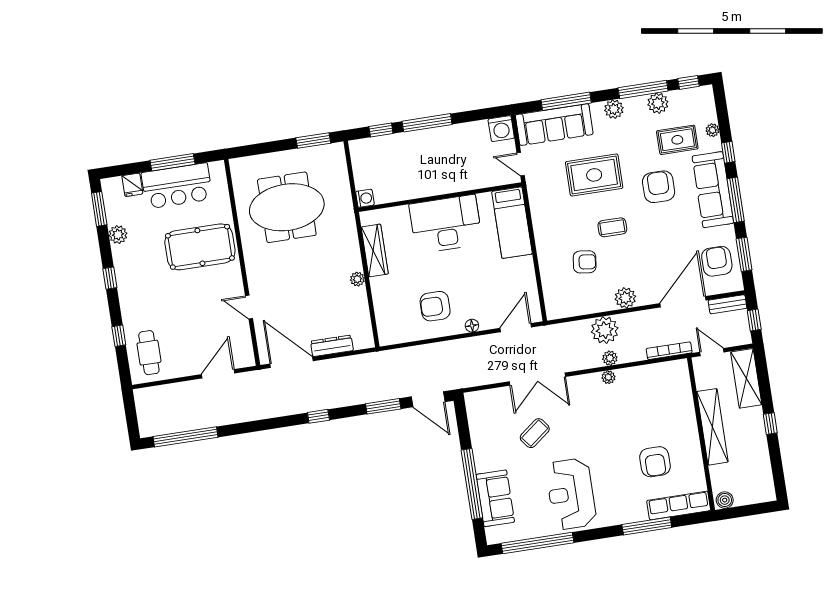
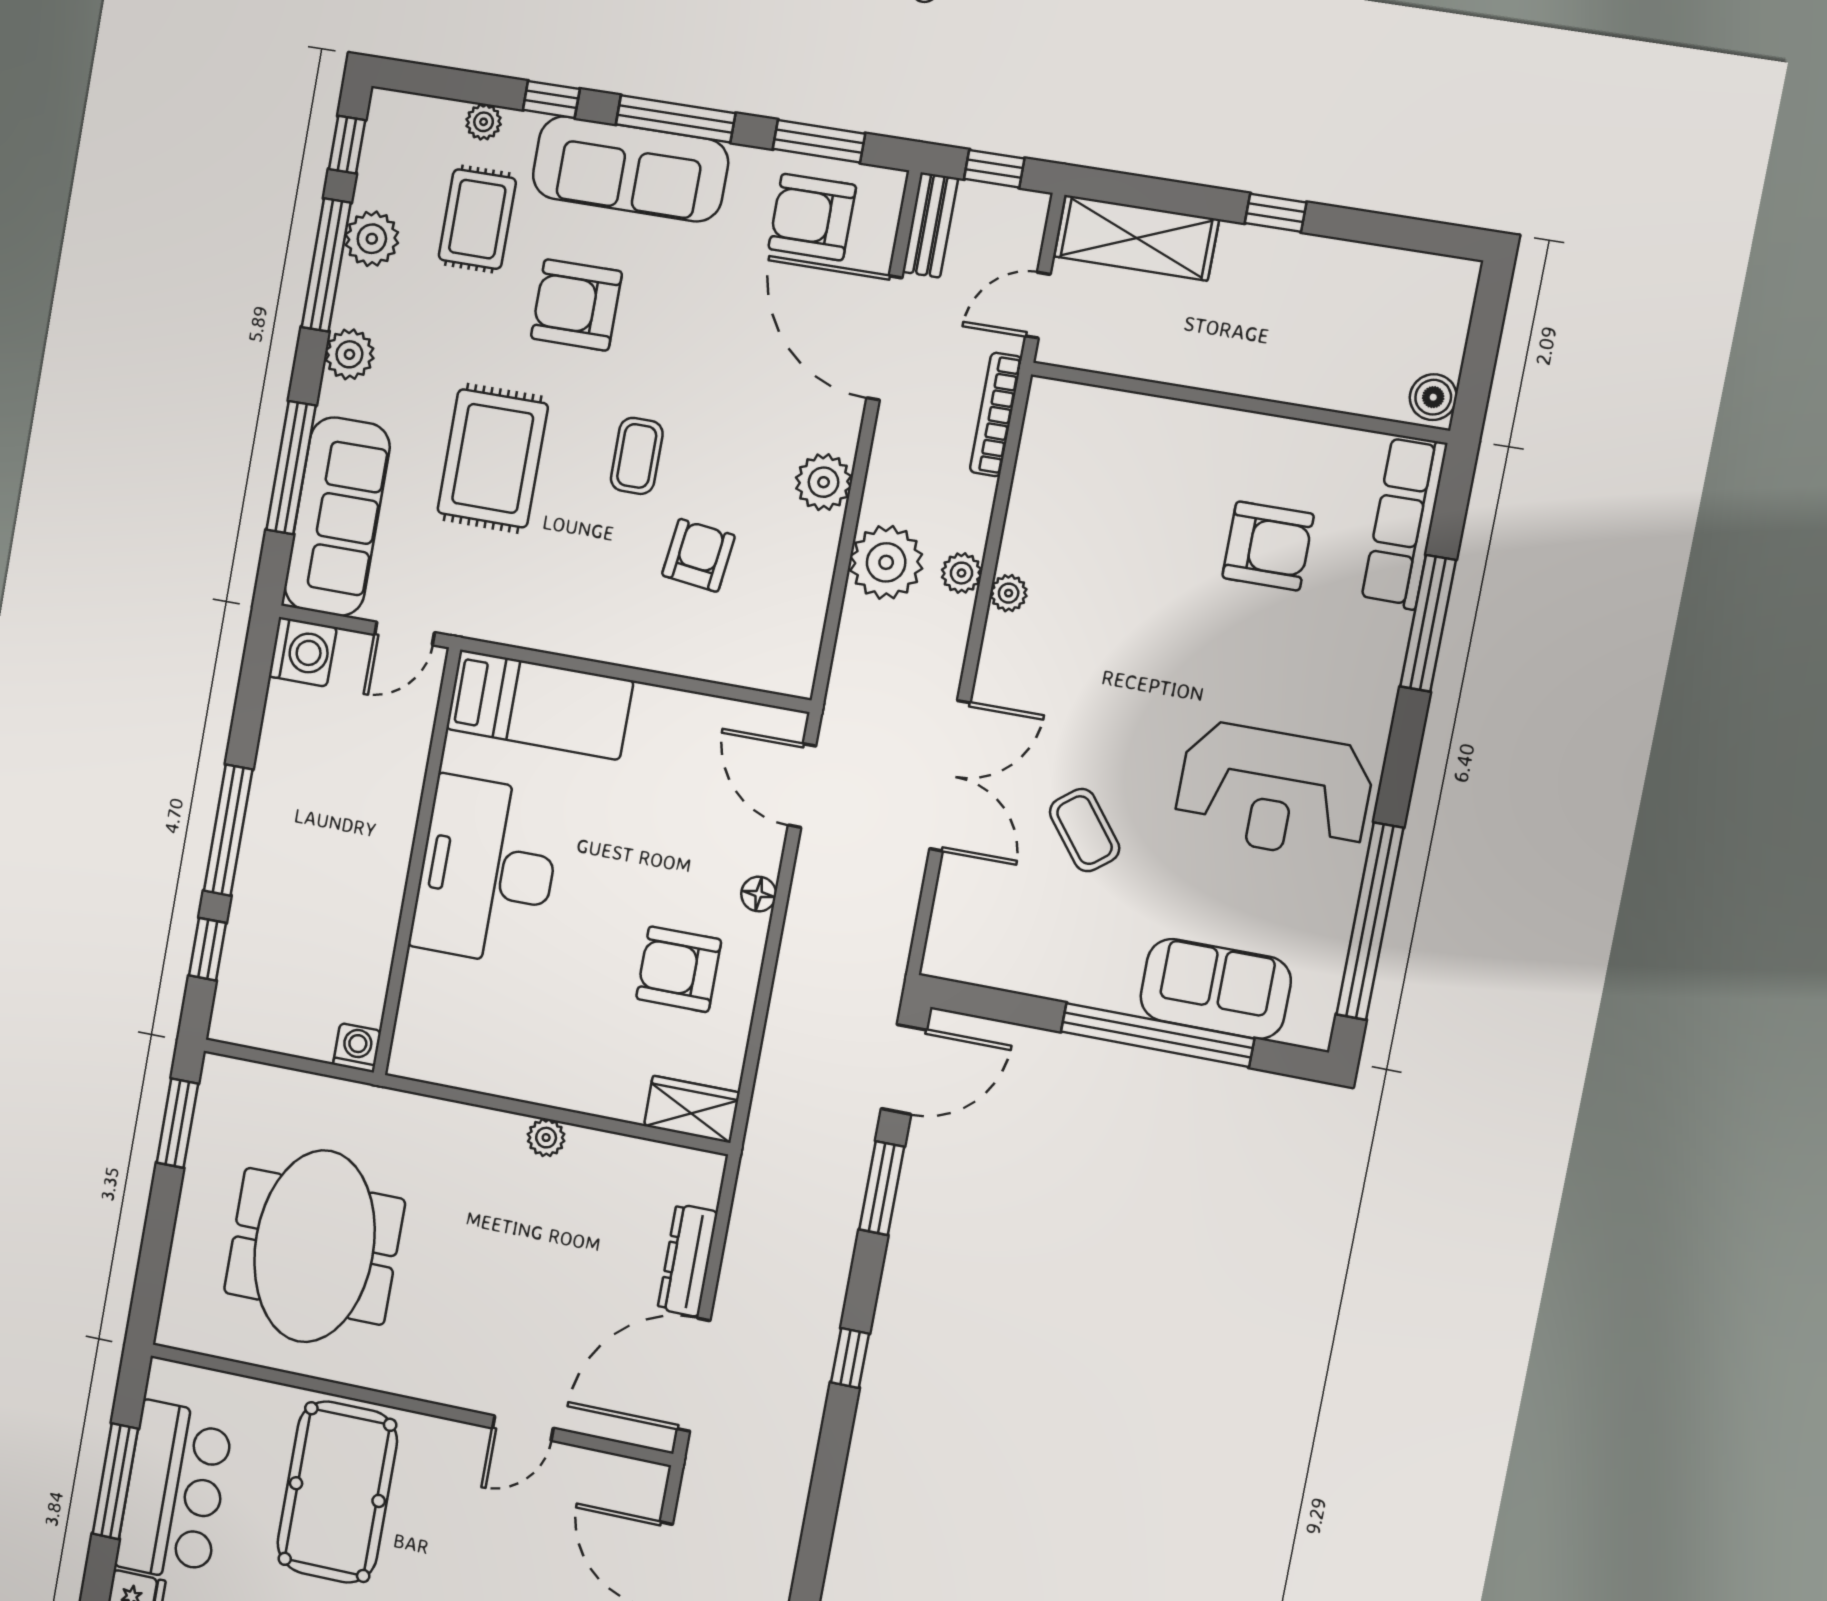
wardrobe: (375, 250) -> (692, 1109), moved, width x0.67
armchair: (435, 306) -> (679, 969), turned 90
shelving: (712, 427) -> (1230, 367), removed

